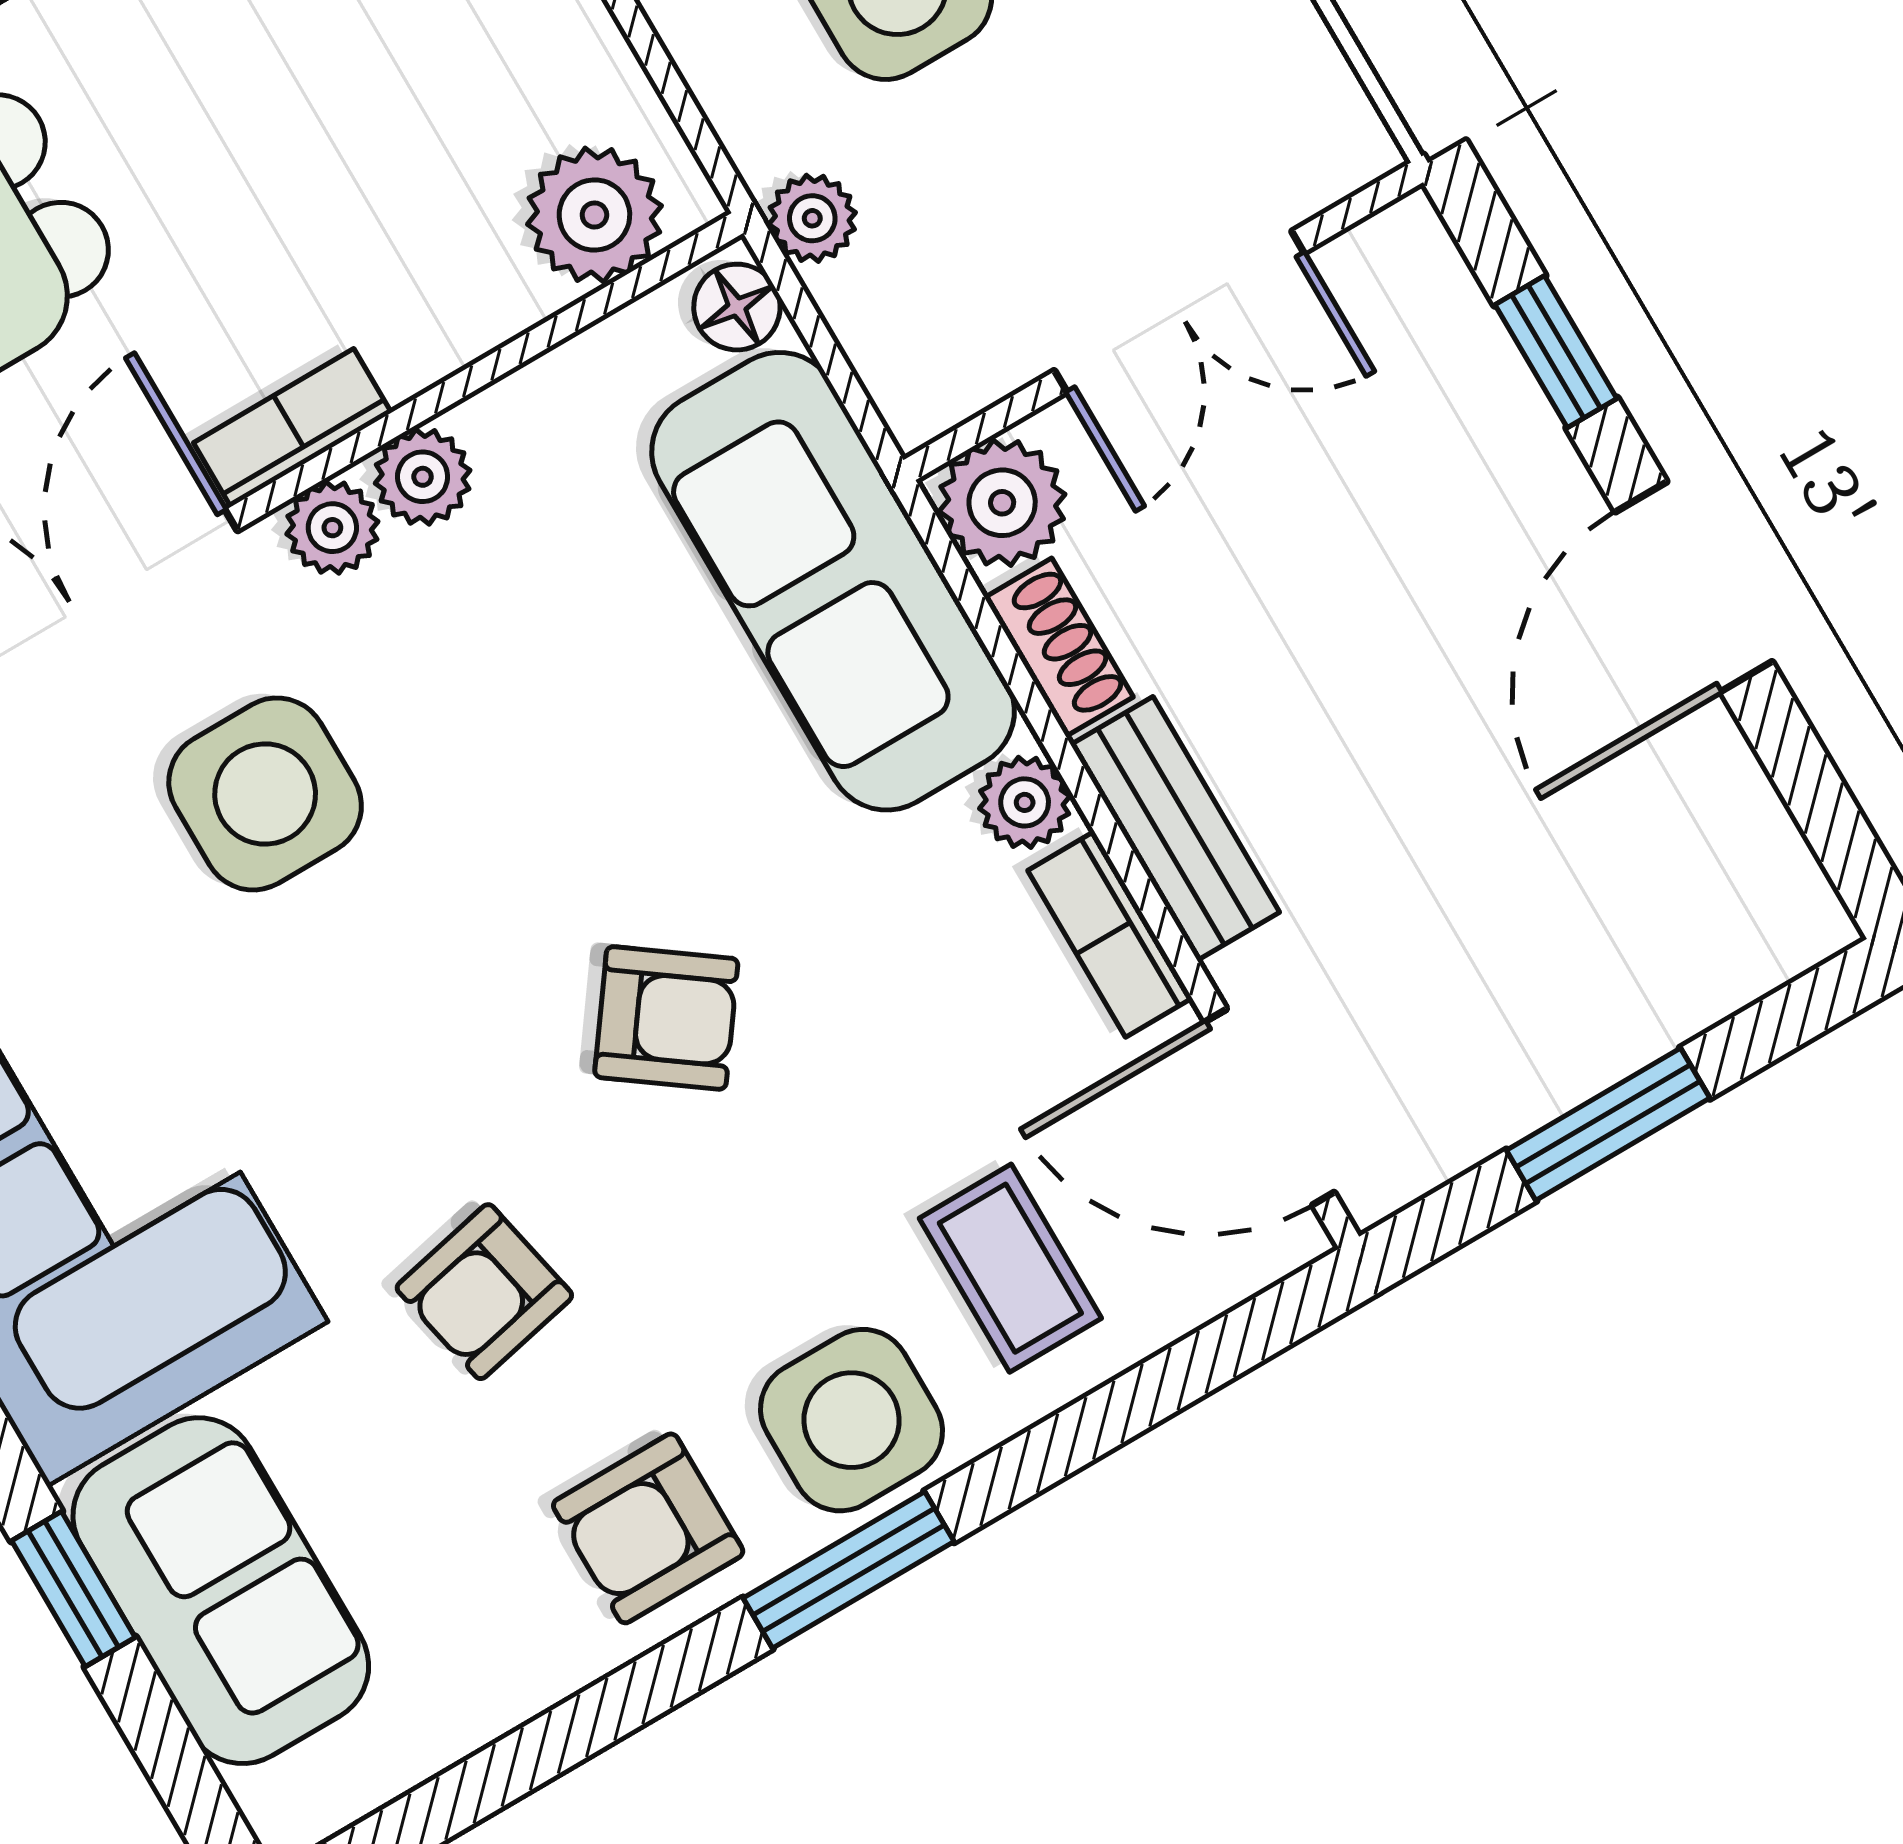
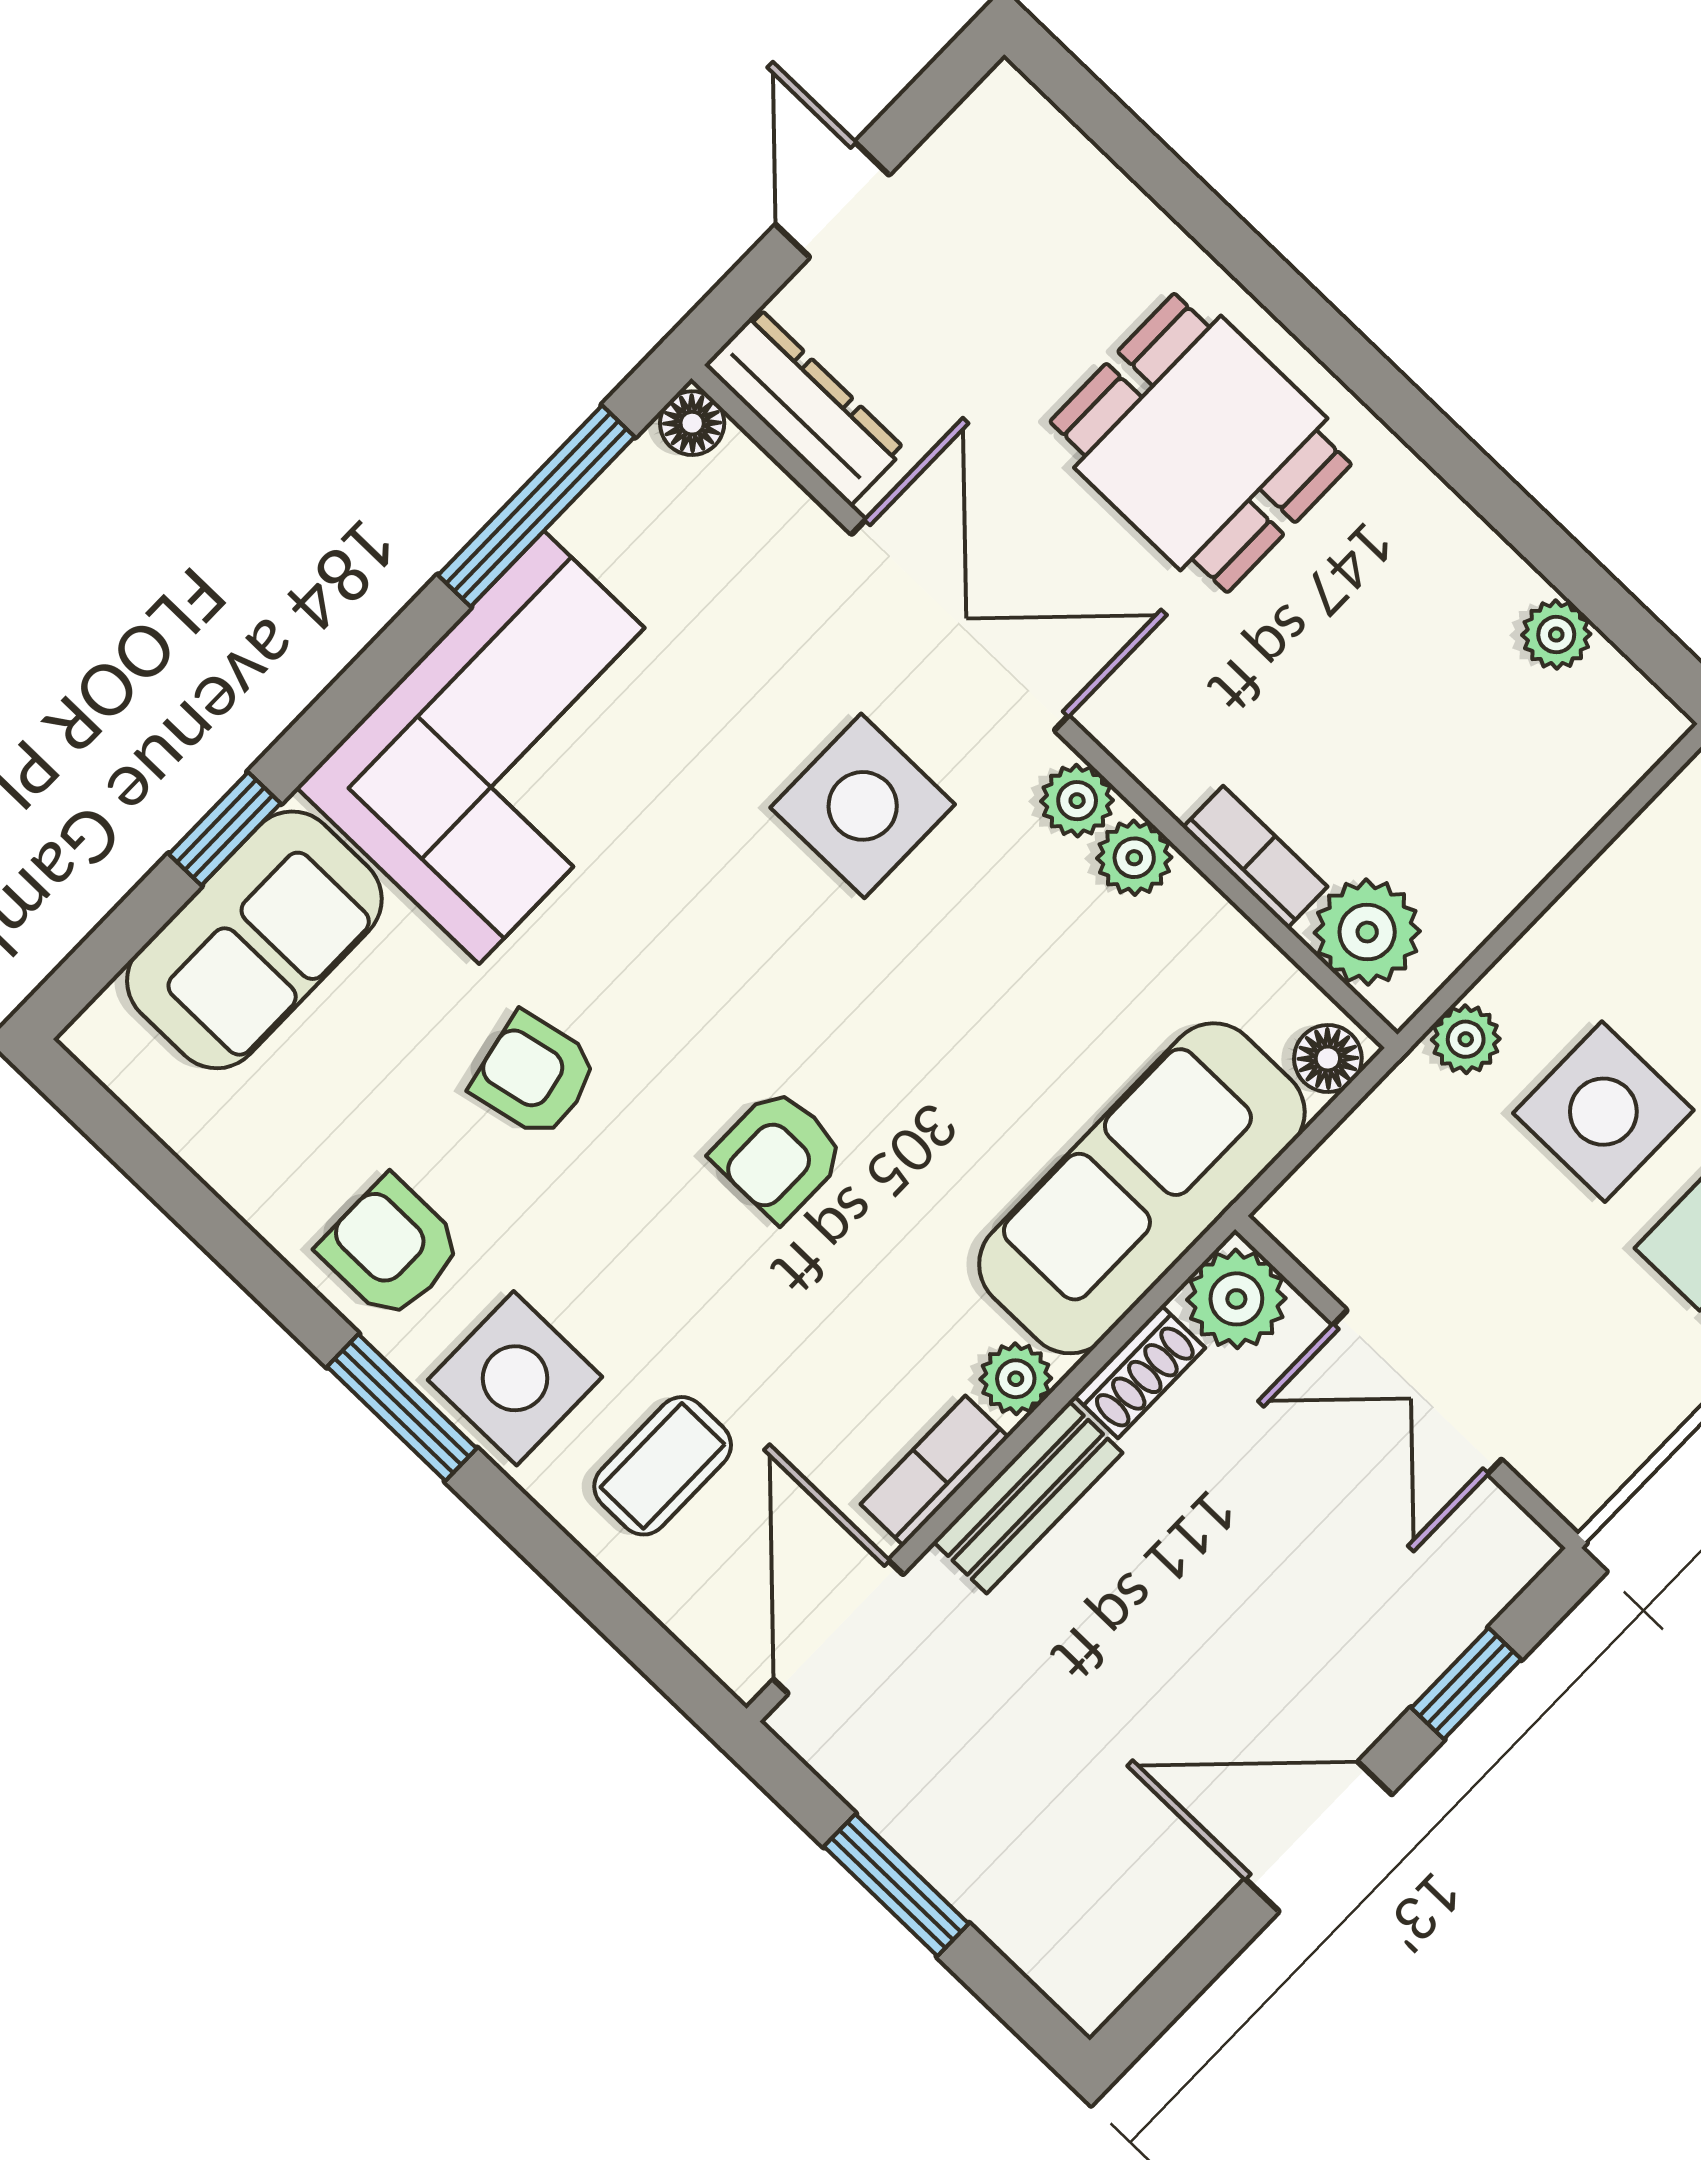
plant: (812, 218) -> (1466, 1039), moved
bookcase: (292, 428) -> (1255, 857), moved
armchair: (666, 1018) -> (779, 1155), turned 54

